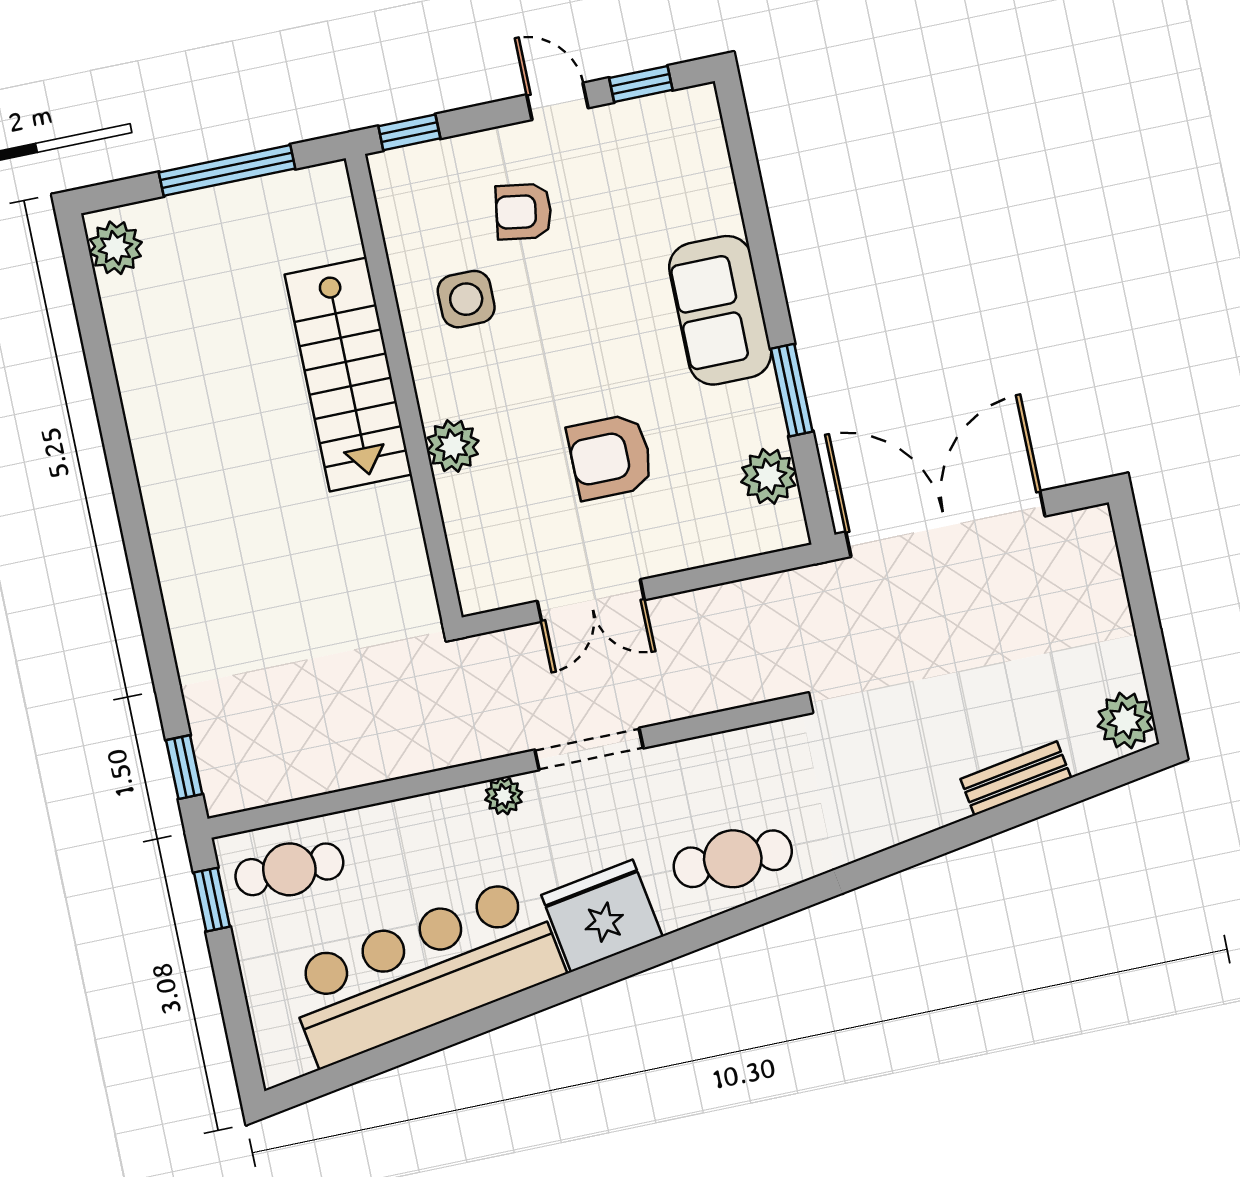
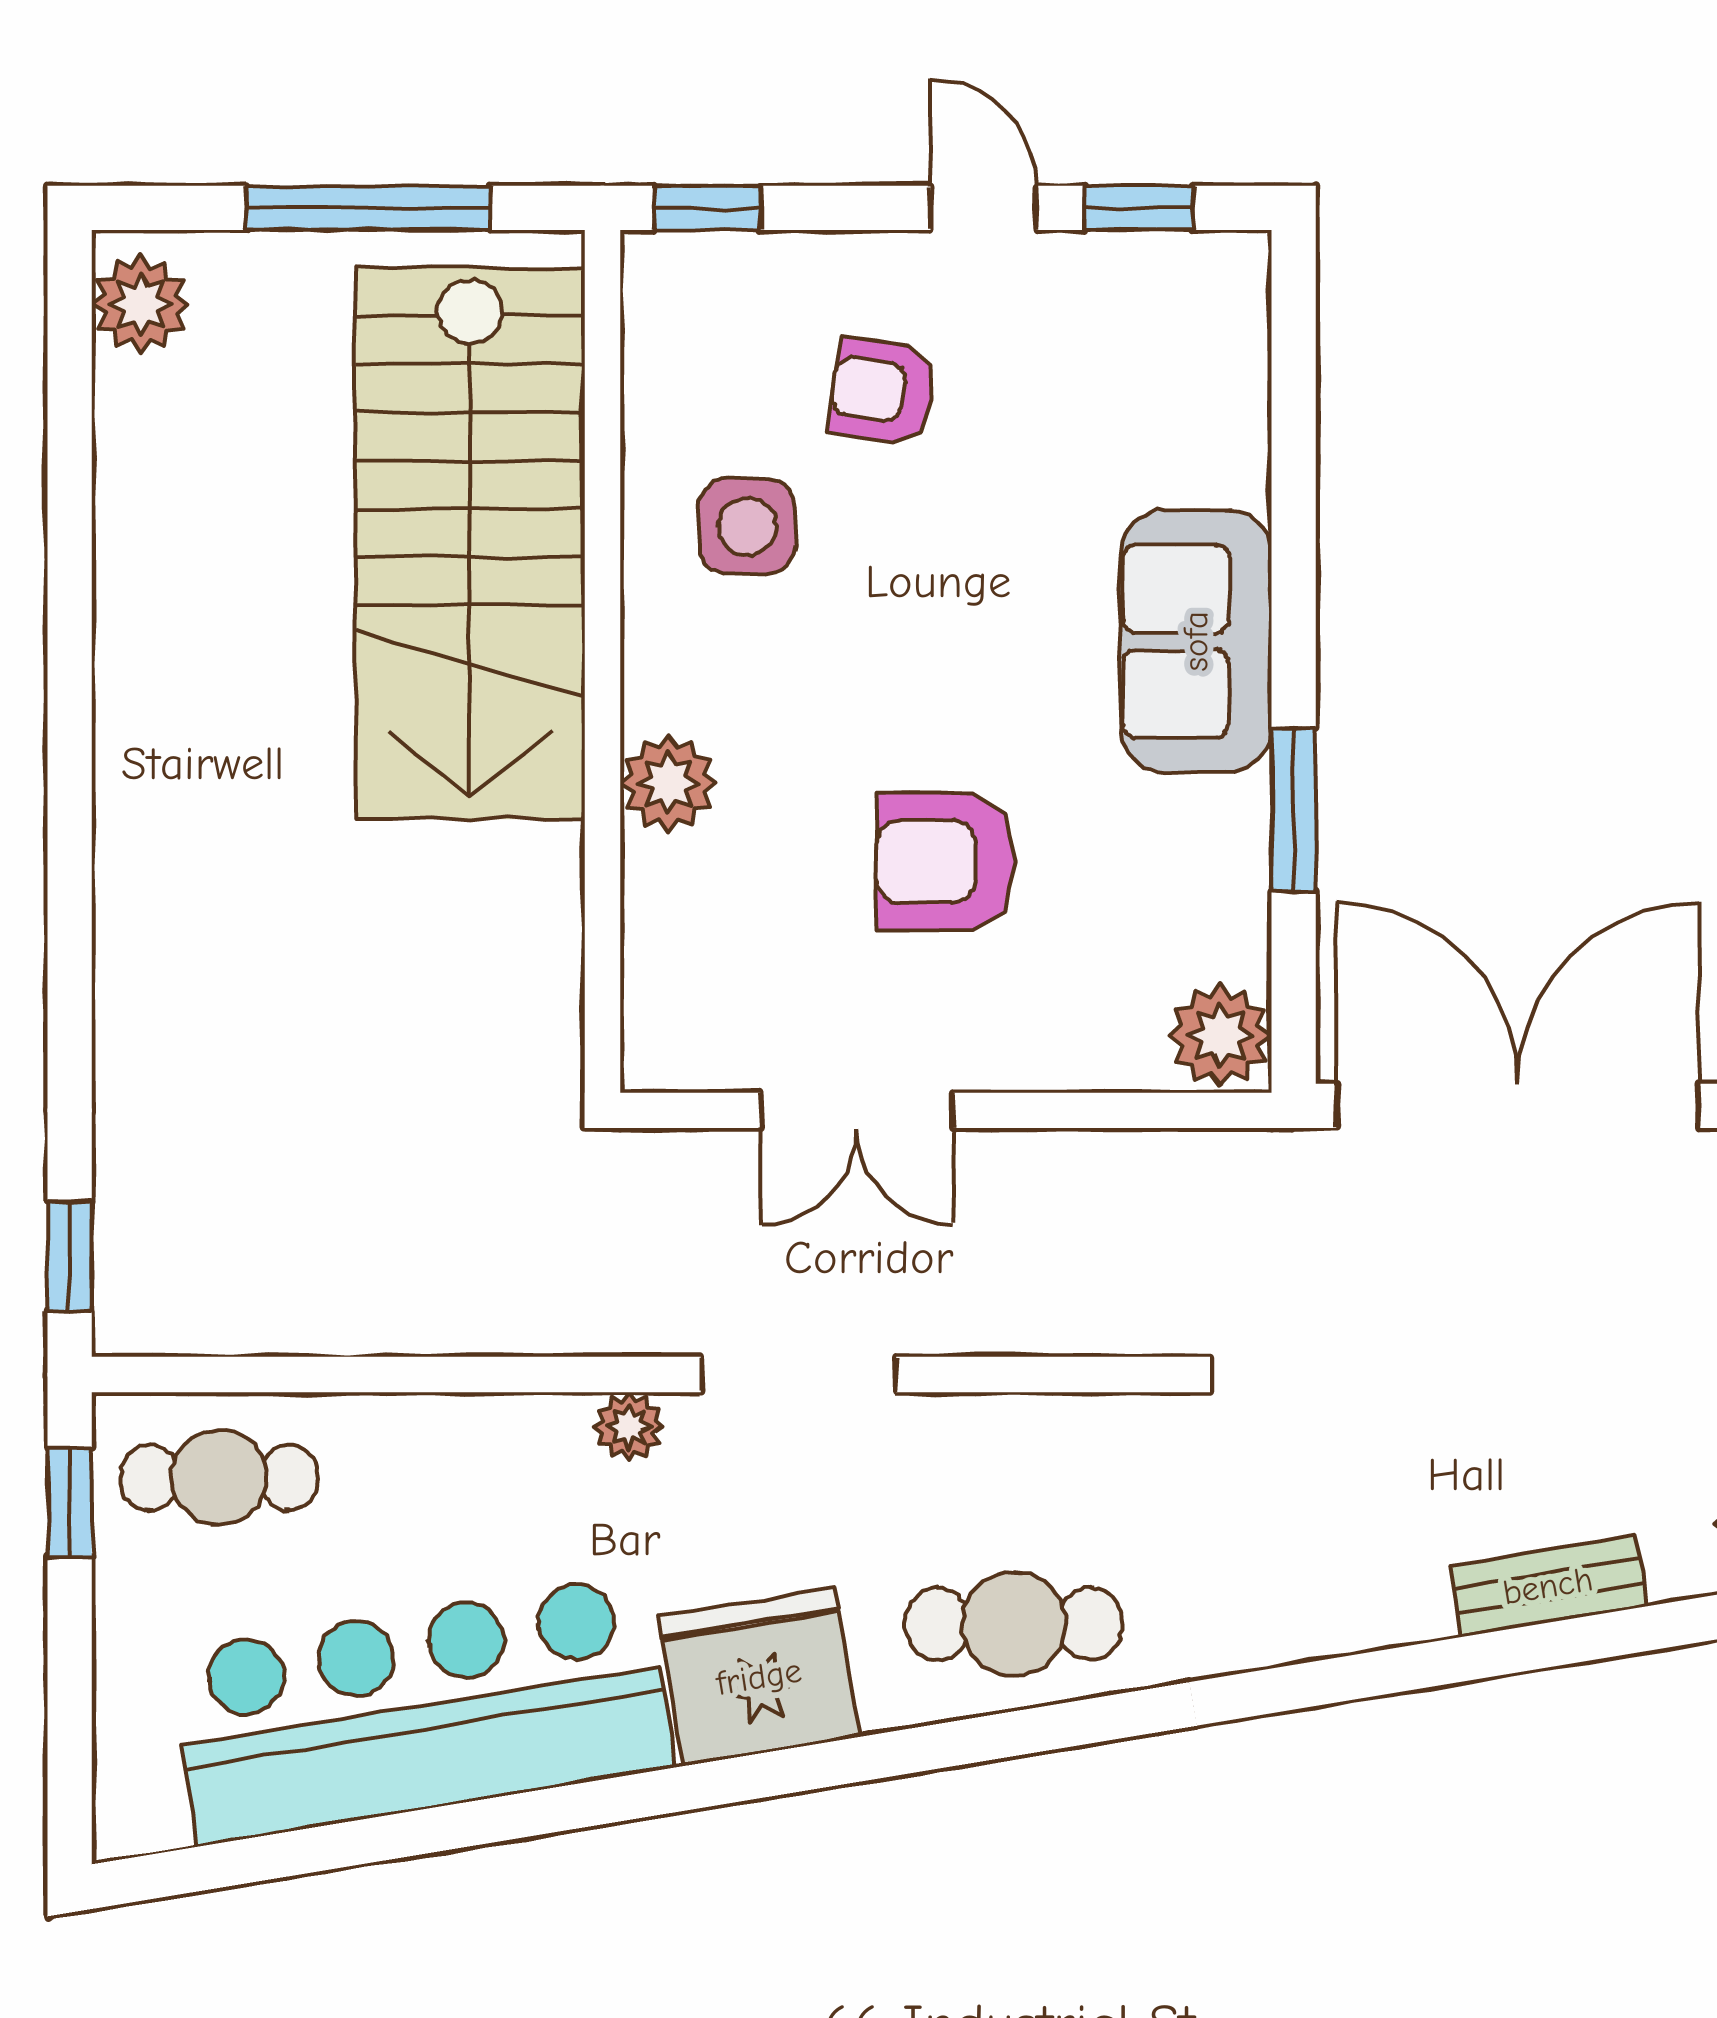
stairs: (348, 374) -> (470, 543), width x1.36, depth x1.51
plant: (769, 476) -> (1220, 1036), moved

